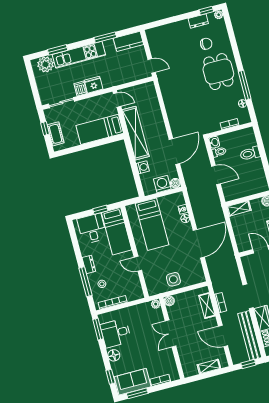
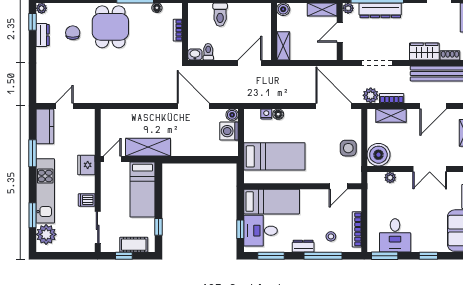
door: (152, 66) -> (64, 106), moved
dining table: (218, 72) -> (110, 27), turned 90
fridge: (94, 85) -> (86, 165), moved
shelving: (136, 133) -> (148, 147), width x0.68
window: (74, 149) -> (159, 227), added
washing machine: (143, 167) -> (202, 149), removed
door: (216, 175) -> (250, 63), moved
window: (100, 210) -> (240, 229), moved
window: (75, 242) -> (271, 256), added
door: (199, 244) -> (334, 106), moved
door: (138, 264) -> (338, 186), moved
plant: (219, 286) -> (371, 95), added
doorway: (248, 296) -> (377, 63), moved
boiler: (169, 301) -> (378, 155), width x1.86, depth x1.86
plant: (156, 304) -> (390, 178), moved
double door: (171, 334) -> (430, 169), moved
floor lamp: (114, 355) -> (422, 245), removed
window: (111, 377) -> (428, 256), moved

